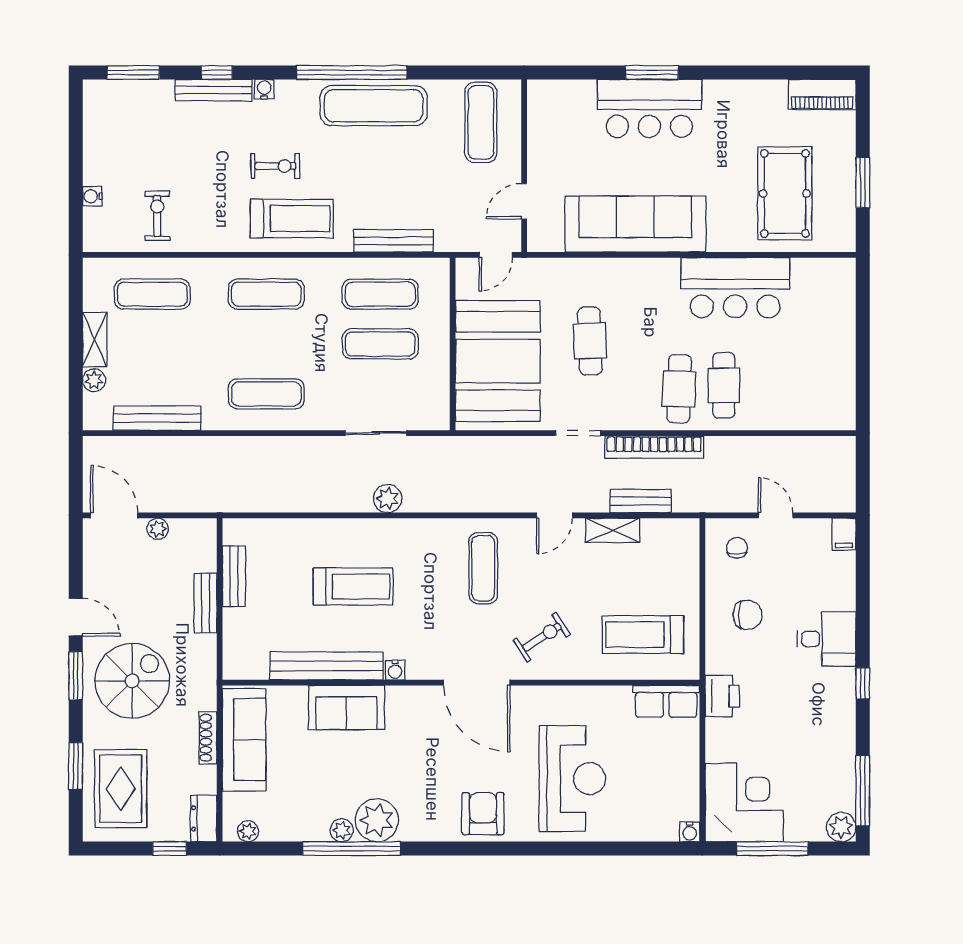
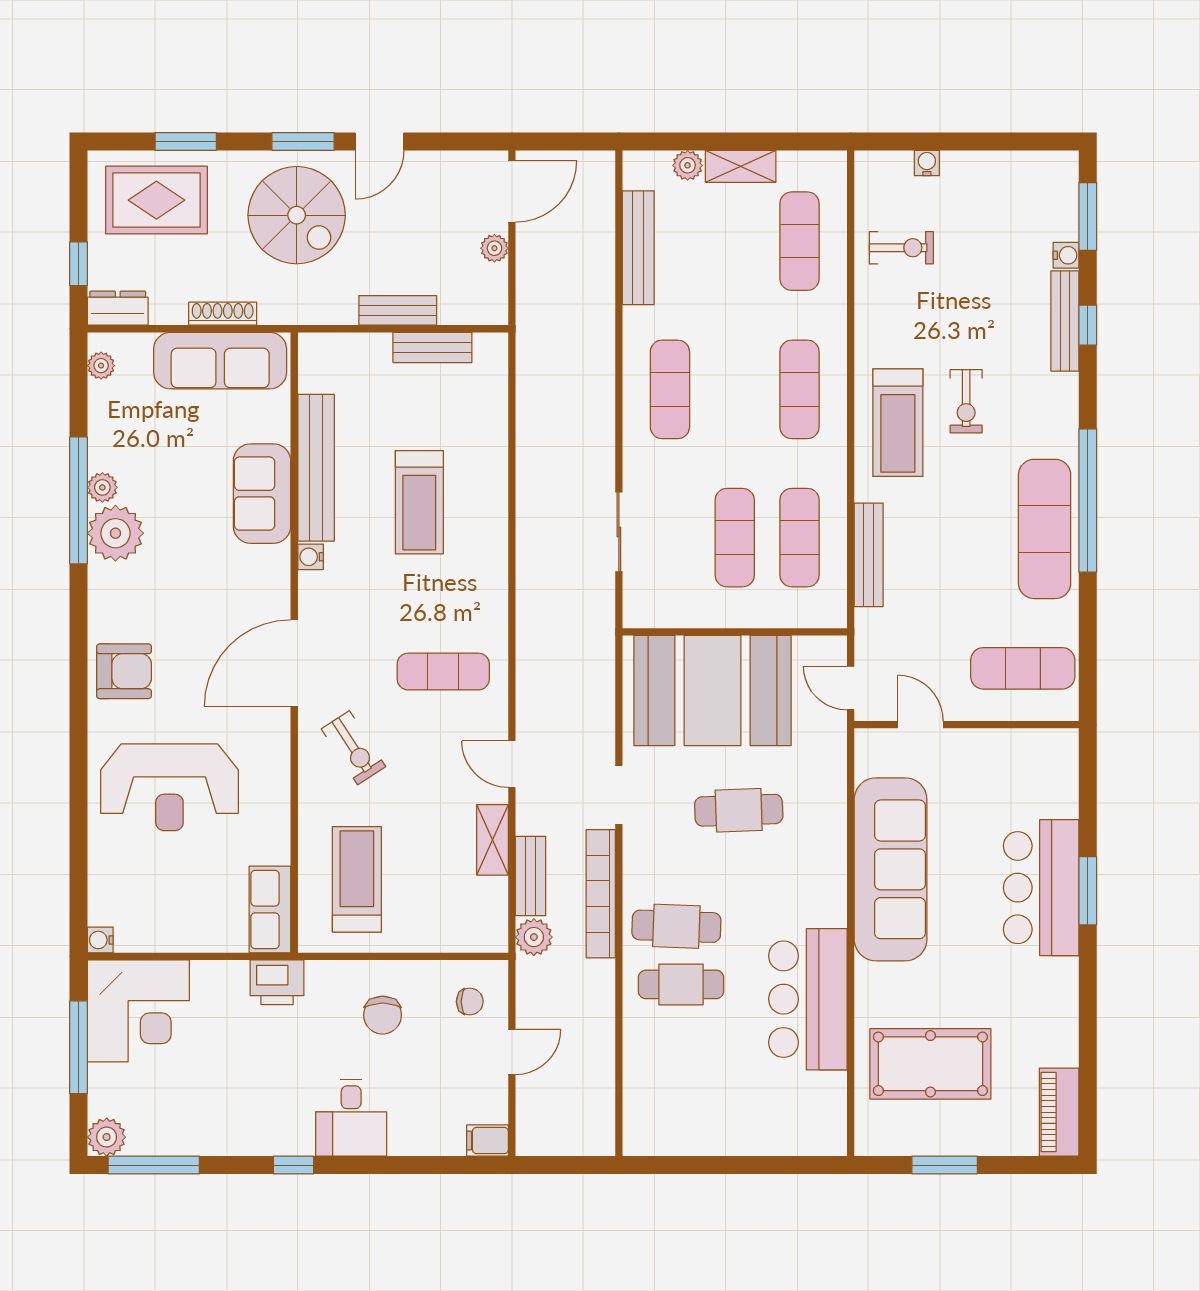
water cooler: (264, 89) -> (1066, 255), moved
plant: (388, 498) -> (534, 937), moved

